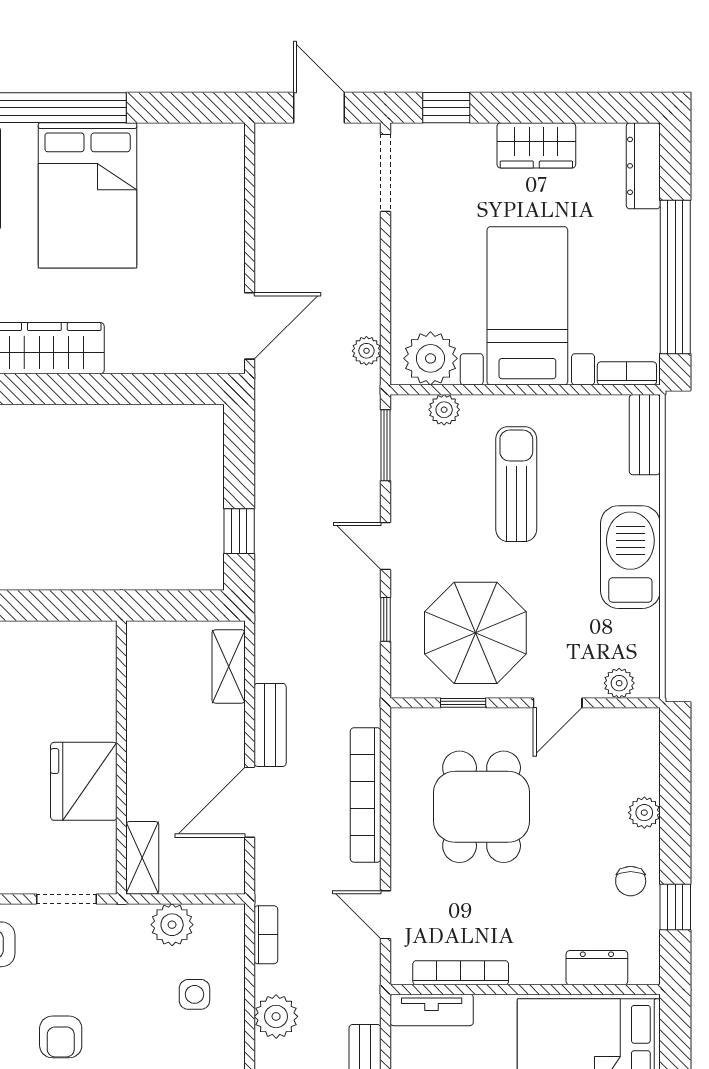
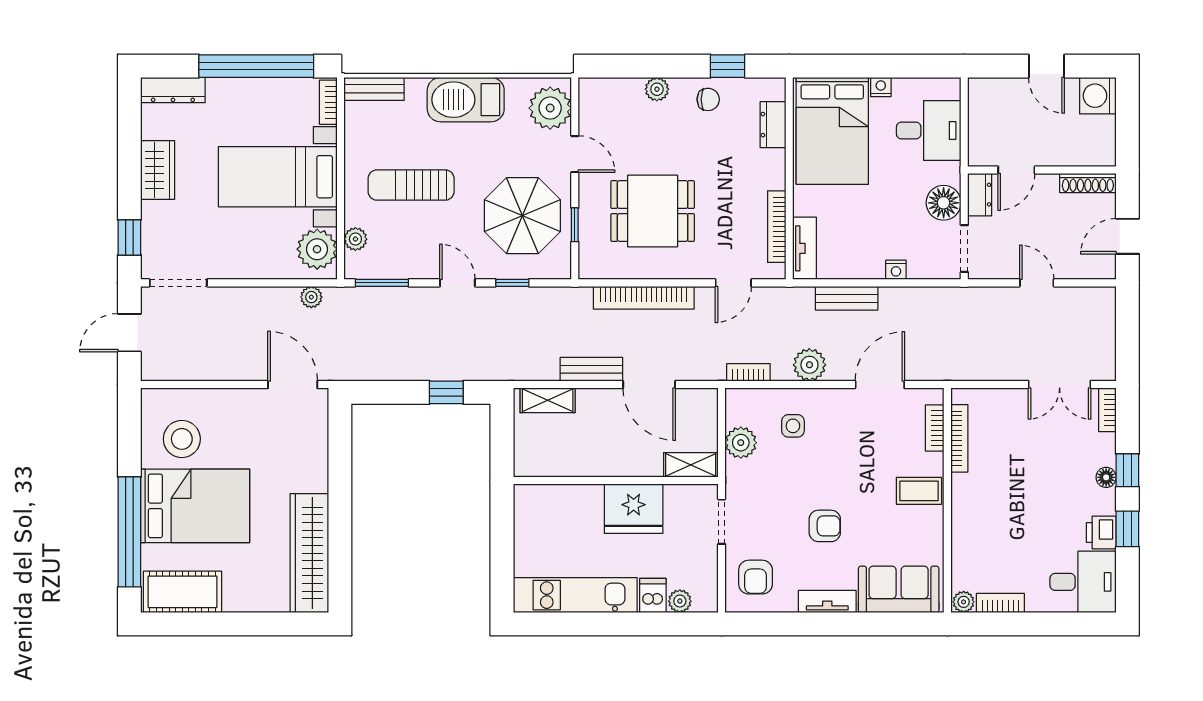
stool: (177, 178) -> (182, 439), added
door: (385, 546) -> (457, 283), swing flipped
plant: (619, 683) -> (550, 108), width x1.88, depth x1.88

